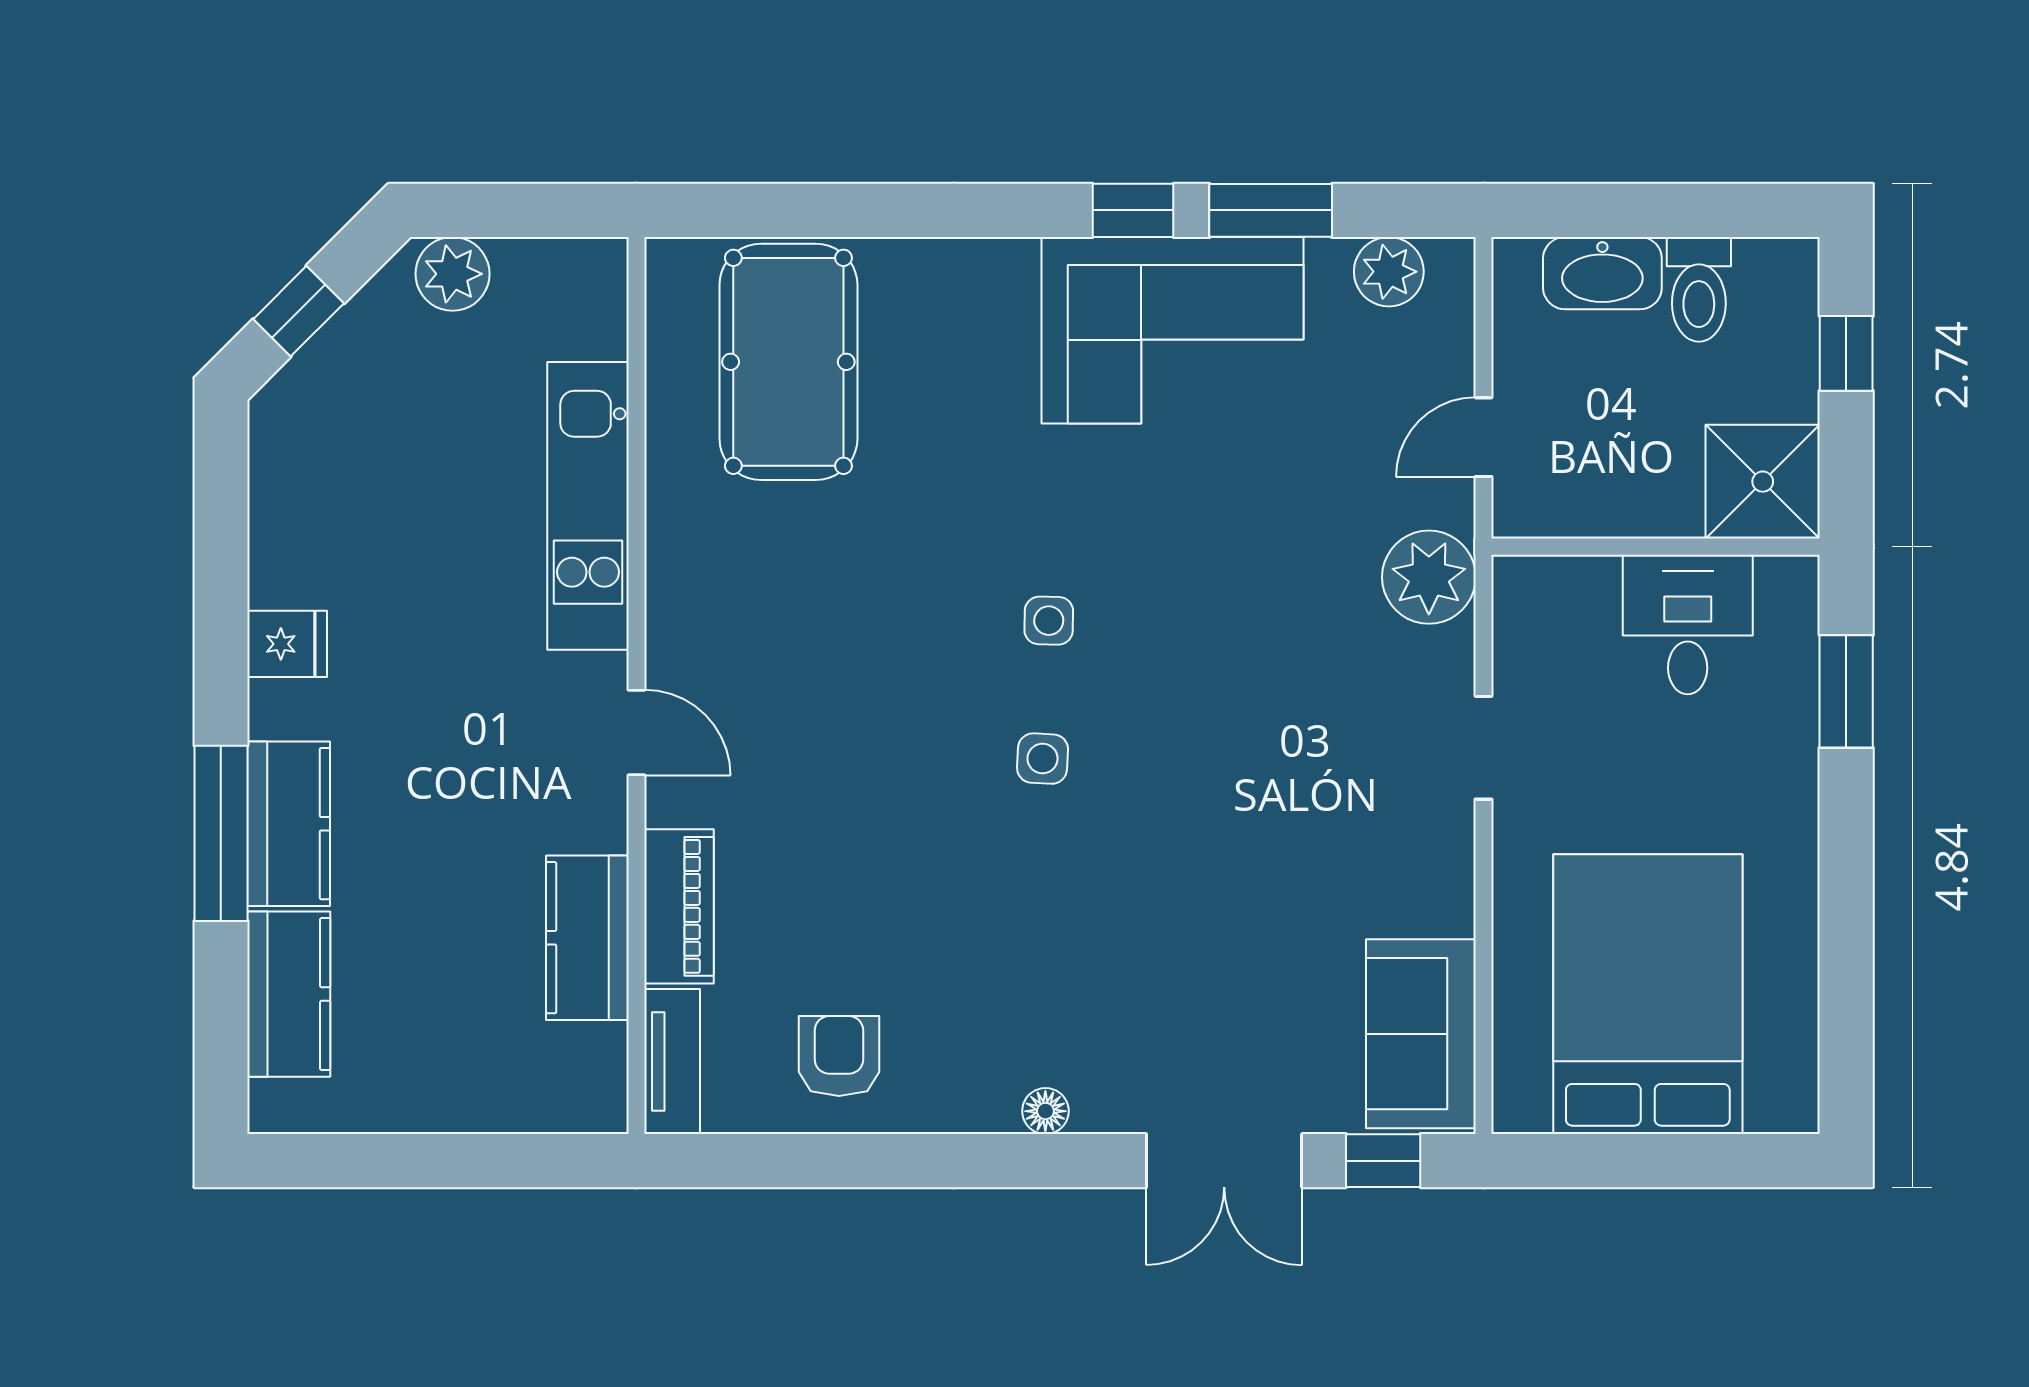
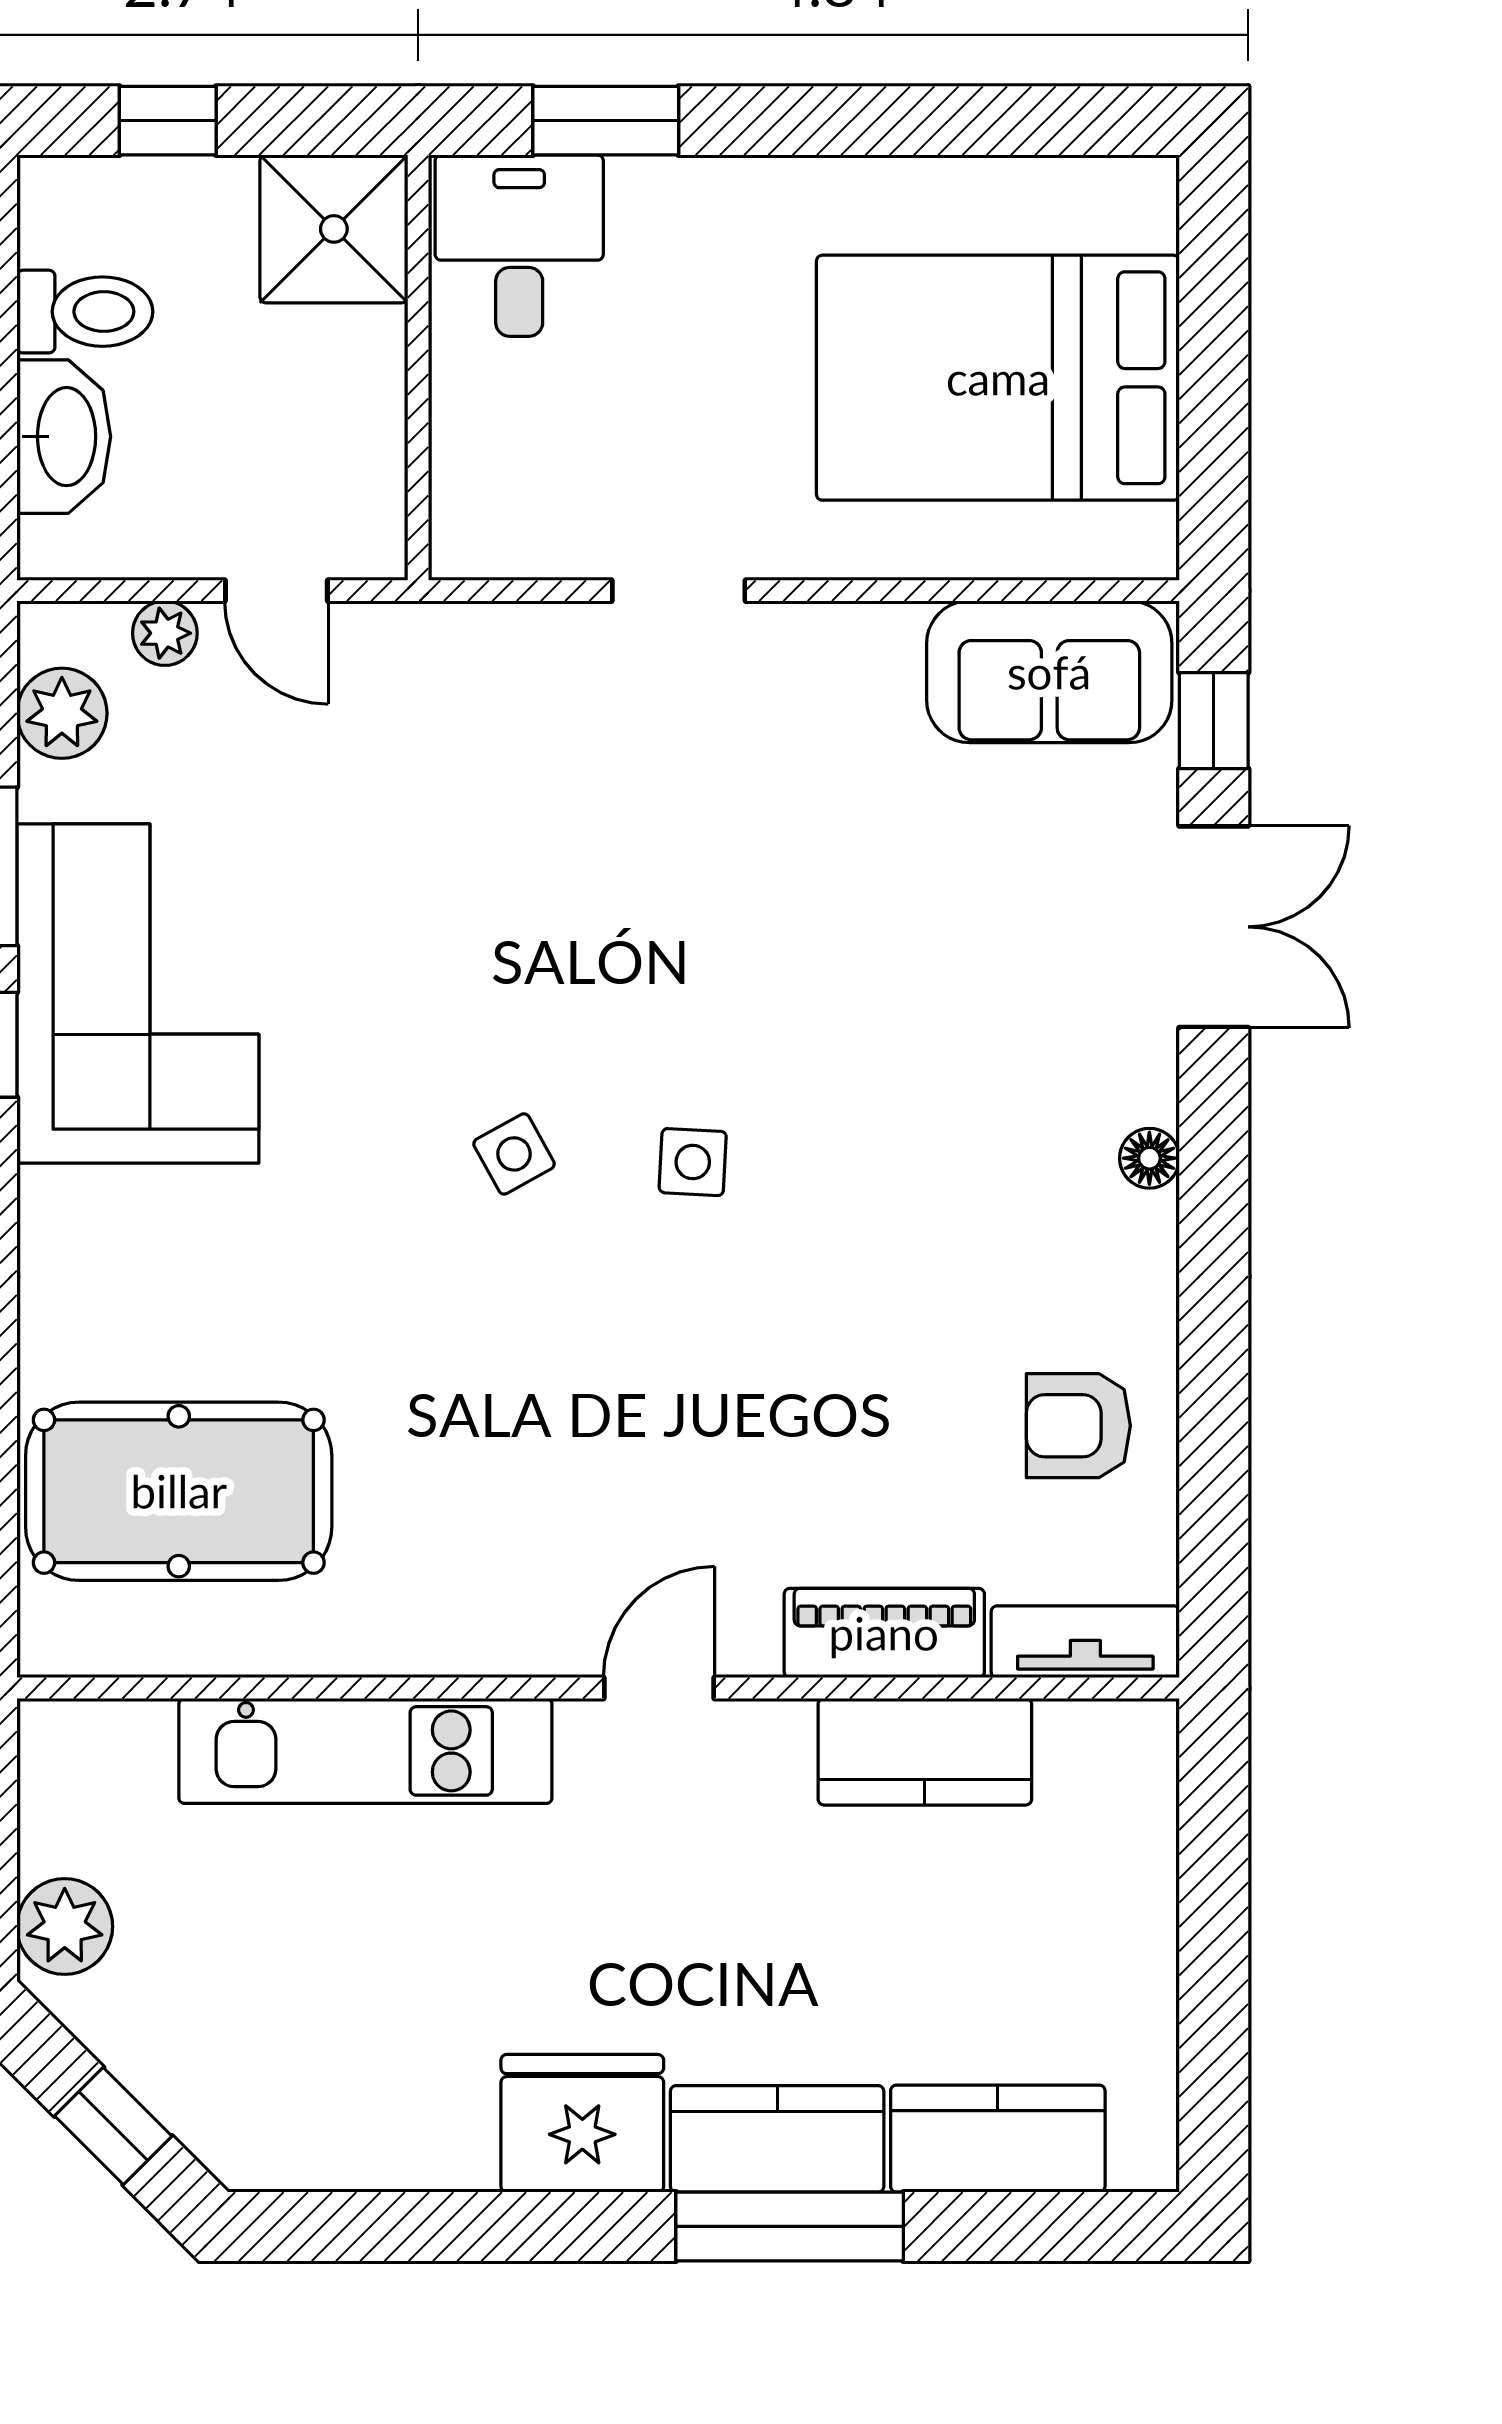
plant: (1429, 577) -> (165, 633), moved, width x0.53, depth x0.53
side table: (1049, 621) -> (514, 1154), turned -30
desk: (1688, 624) -> (519, 246), moved, turned 90
fridge: (287, 644) -> (582, 2123), width x1.88, depth x1.34

